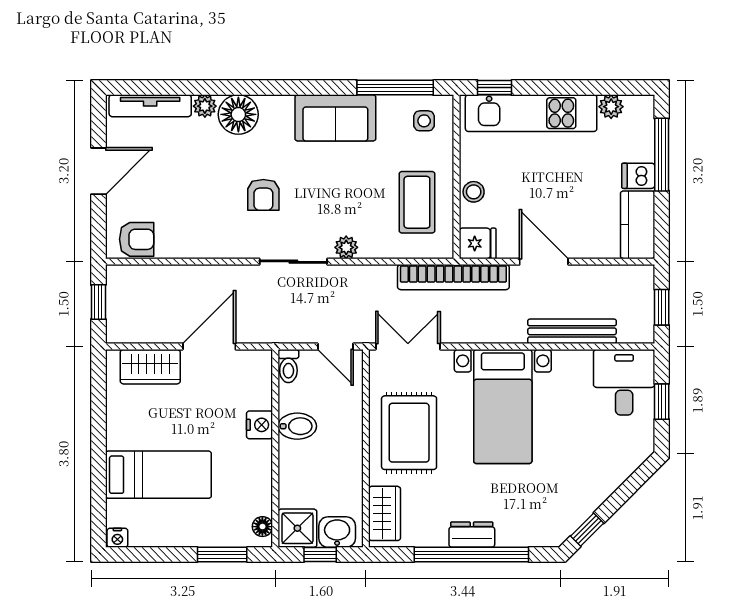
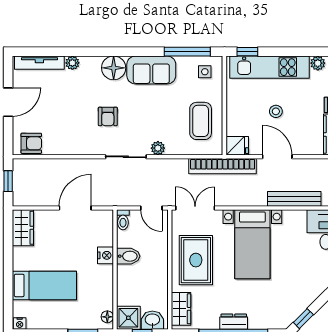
floor lamp: (238, 114) -> (114, 68), moved
stool: (474, 192) -> (276, 111), moved
wardrobe: (150, 367) -> (23, 228), moved, turned -90

